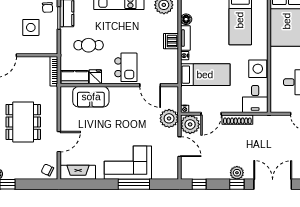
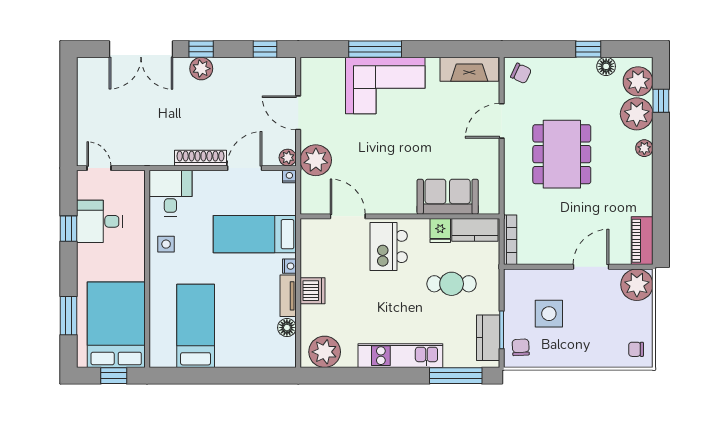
side table: (258, 69) -> (166, 244), width x0.54, depth x0.54
plant: (190, 124) -> (288, 158), width x0.53, depth x0.53

